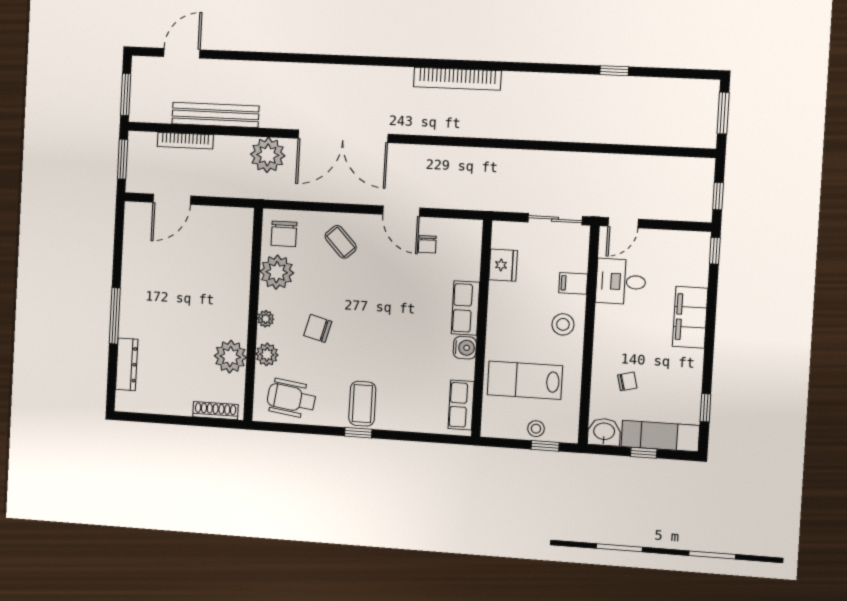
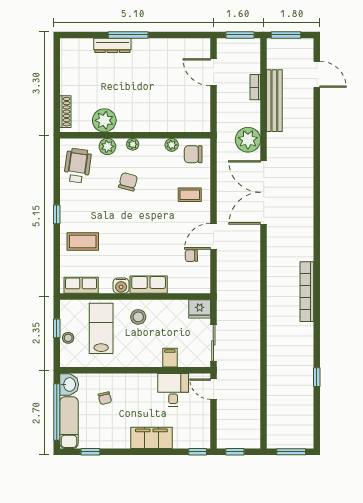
bookcase: (457, 79) -> (307, 292), moved
bookcase: (185, 141) -> (255, 87), width x0.64
coffee table: (341, 242) -> (190, 195), turned 43
fridge: (503, 265) -> (200, 309), moved
plant: (277, 272) -> (172, 145), width x0.53, depth x0.53
stool: (563, 324) -> (138, 317), moved
dresser: (127, 364) -> (112, 45), moved
coffee table: (362, 404) -> (83, 241), moved
window: (545, 446) -> (57, 328), moved
window: (644, 453) -> (57, 412), width x3.17

